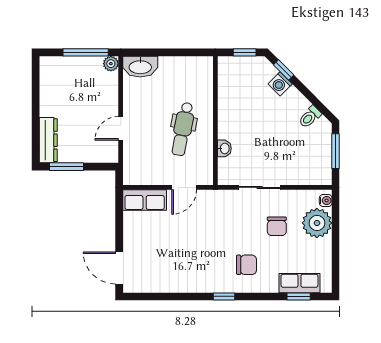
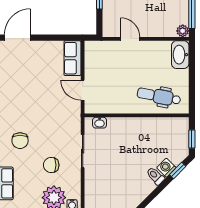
toilet: (310, 117) -> (155, 176), moved
dental chair: (183, 129) -> (159, 96), moved
washbasin: (224, 148) -> (100, 123), moved

